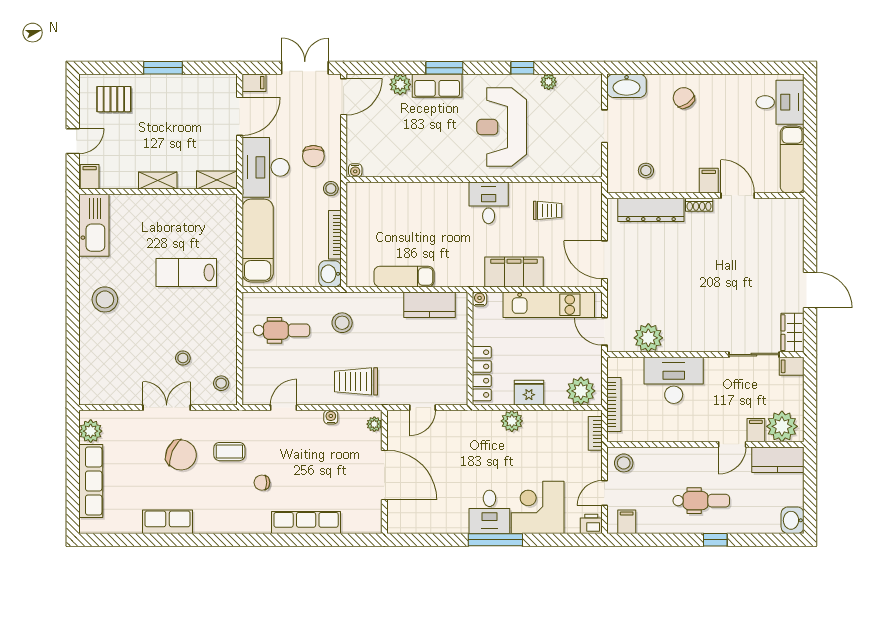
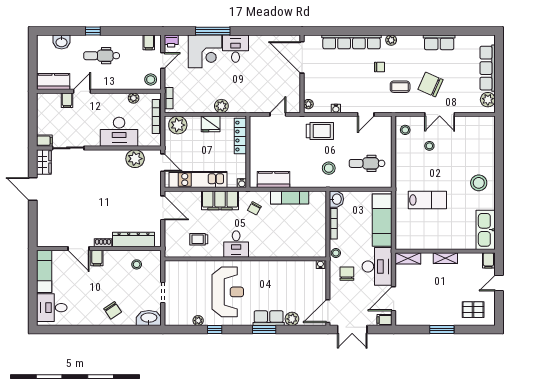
chair: (460, 259) -> (254, 208), added
plant: (782, 426) -> (134, 98), moved, width x0.53, depth x0.53
door: (384, 475) -> (302, 57), moved
washbasin: (793, 520) -> (62, 42), moved, turned 90
row of seats: (306, 523) -> (352, 42), width x1.36
plant: (243, 525) -> (391, 40), added
window: (495, 540) -> (213, 31), moved

